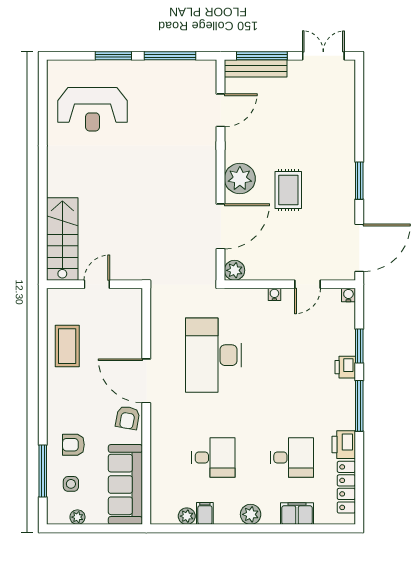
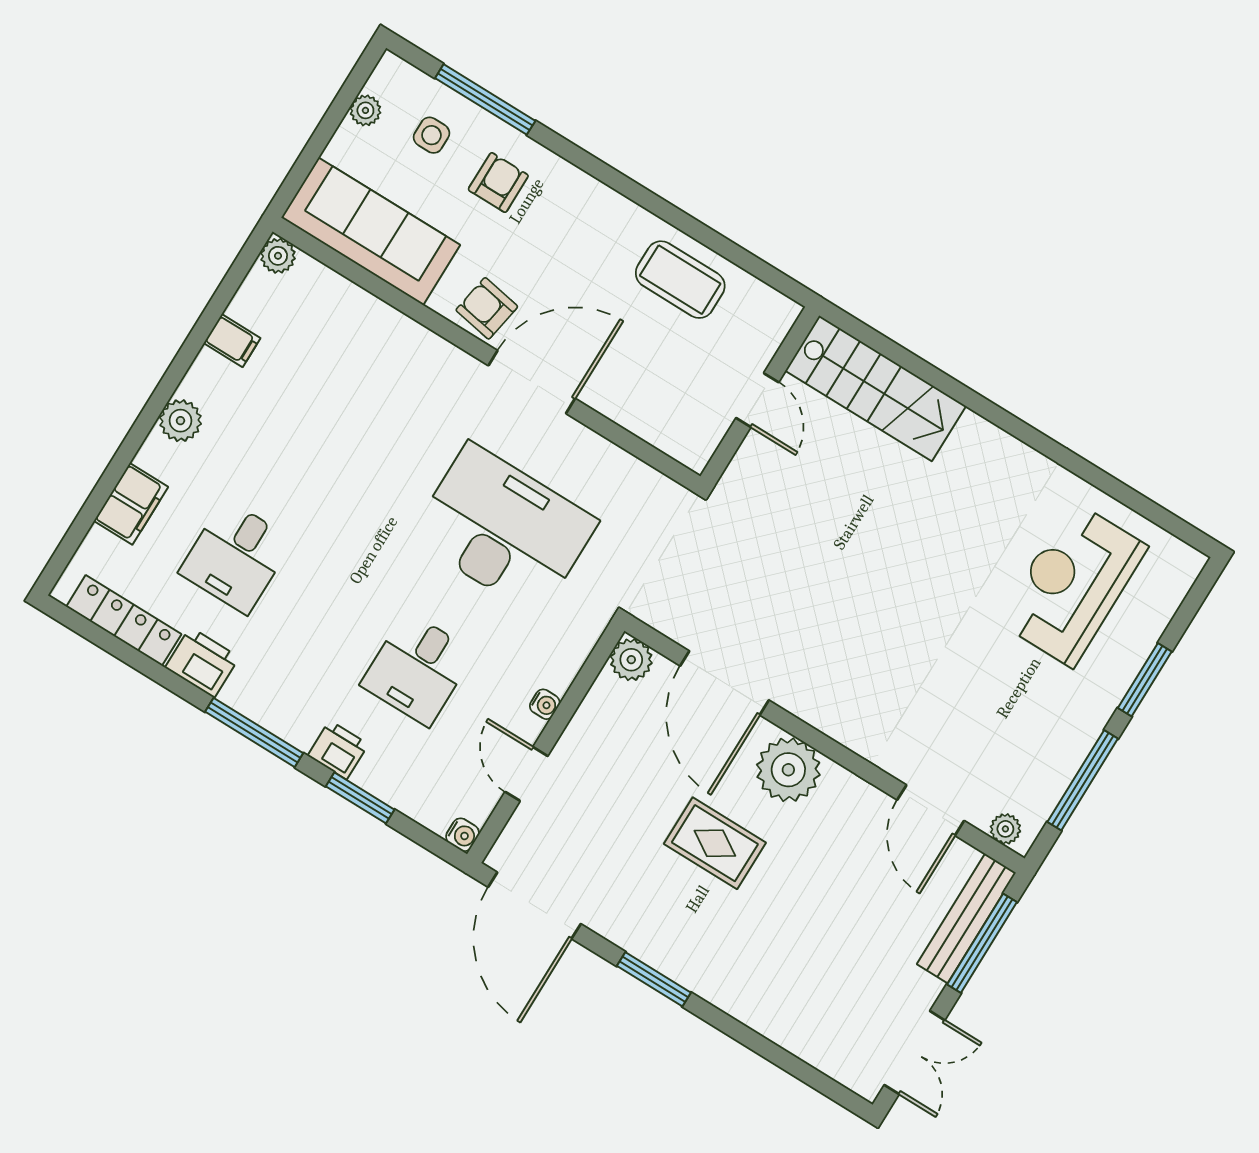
plant: (209, 75) -> (1005, 829), added
desk: (213, 458) -> (418, 669), moved
plant: (187, 516) -> (278, 256), moved

